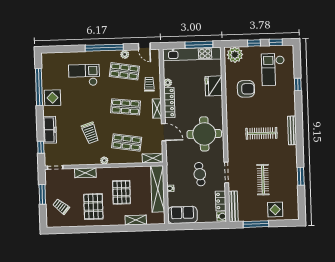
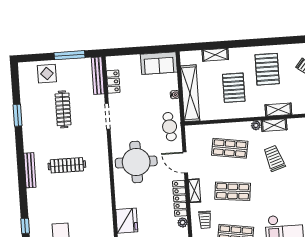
armchair: (246, 89) -> (88, 218), removed
shelving: (153, 158) -> (274, 125), moved
cafe table: (200, 174) -> (170, 127), moved
water cooler: (222, 216) -> (111, 63), removed

